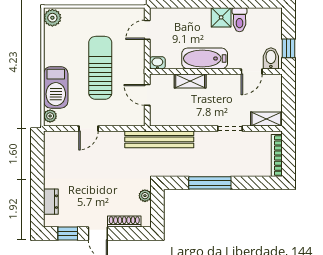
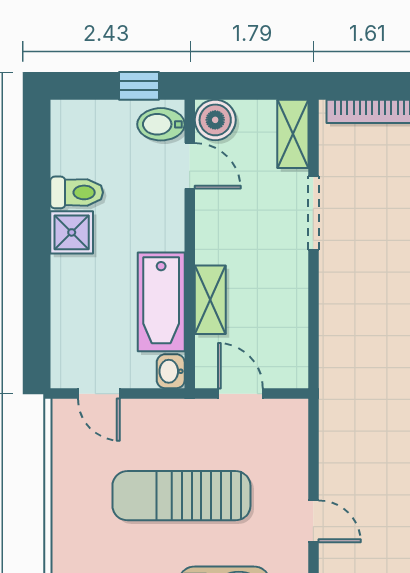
bathtub: (205, 58) -> (161, 302), moved
boiler: (273, 83) -> (215, 120), added
door: (147, 95) -> (240, 394), swing flipped
doorway: (230, 128) -> (313, 213), width x1.38
bench: (159, 139) -> (337, 367), removed

